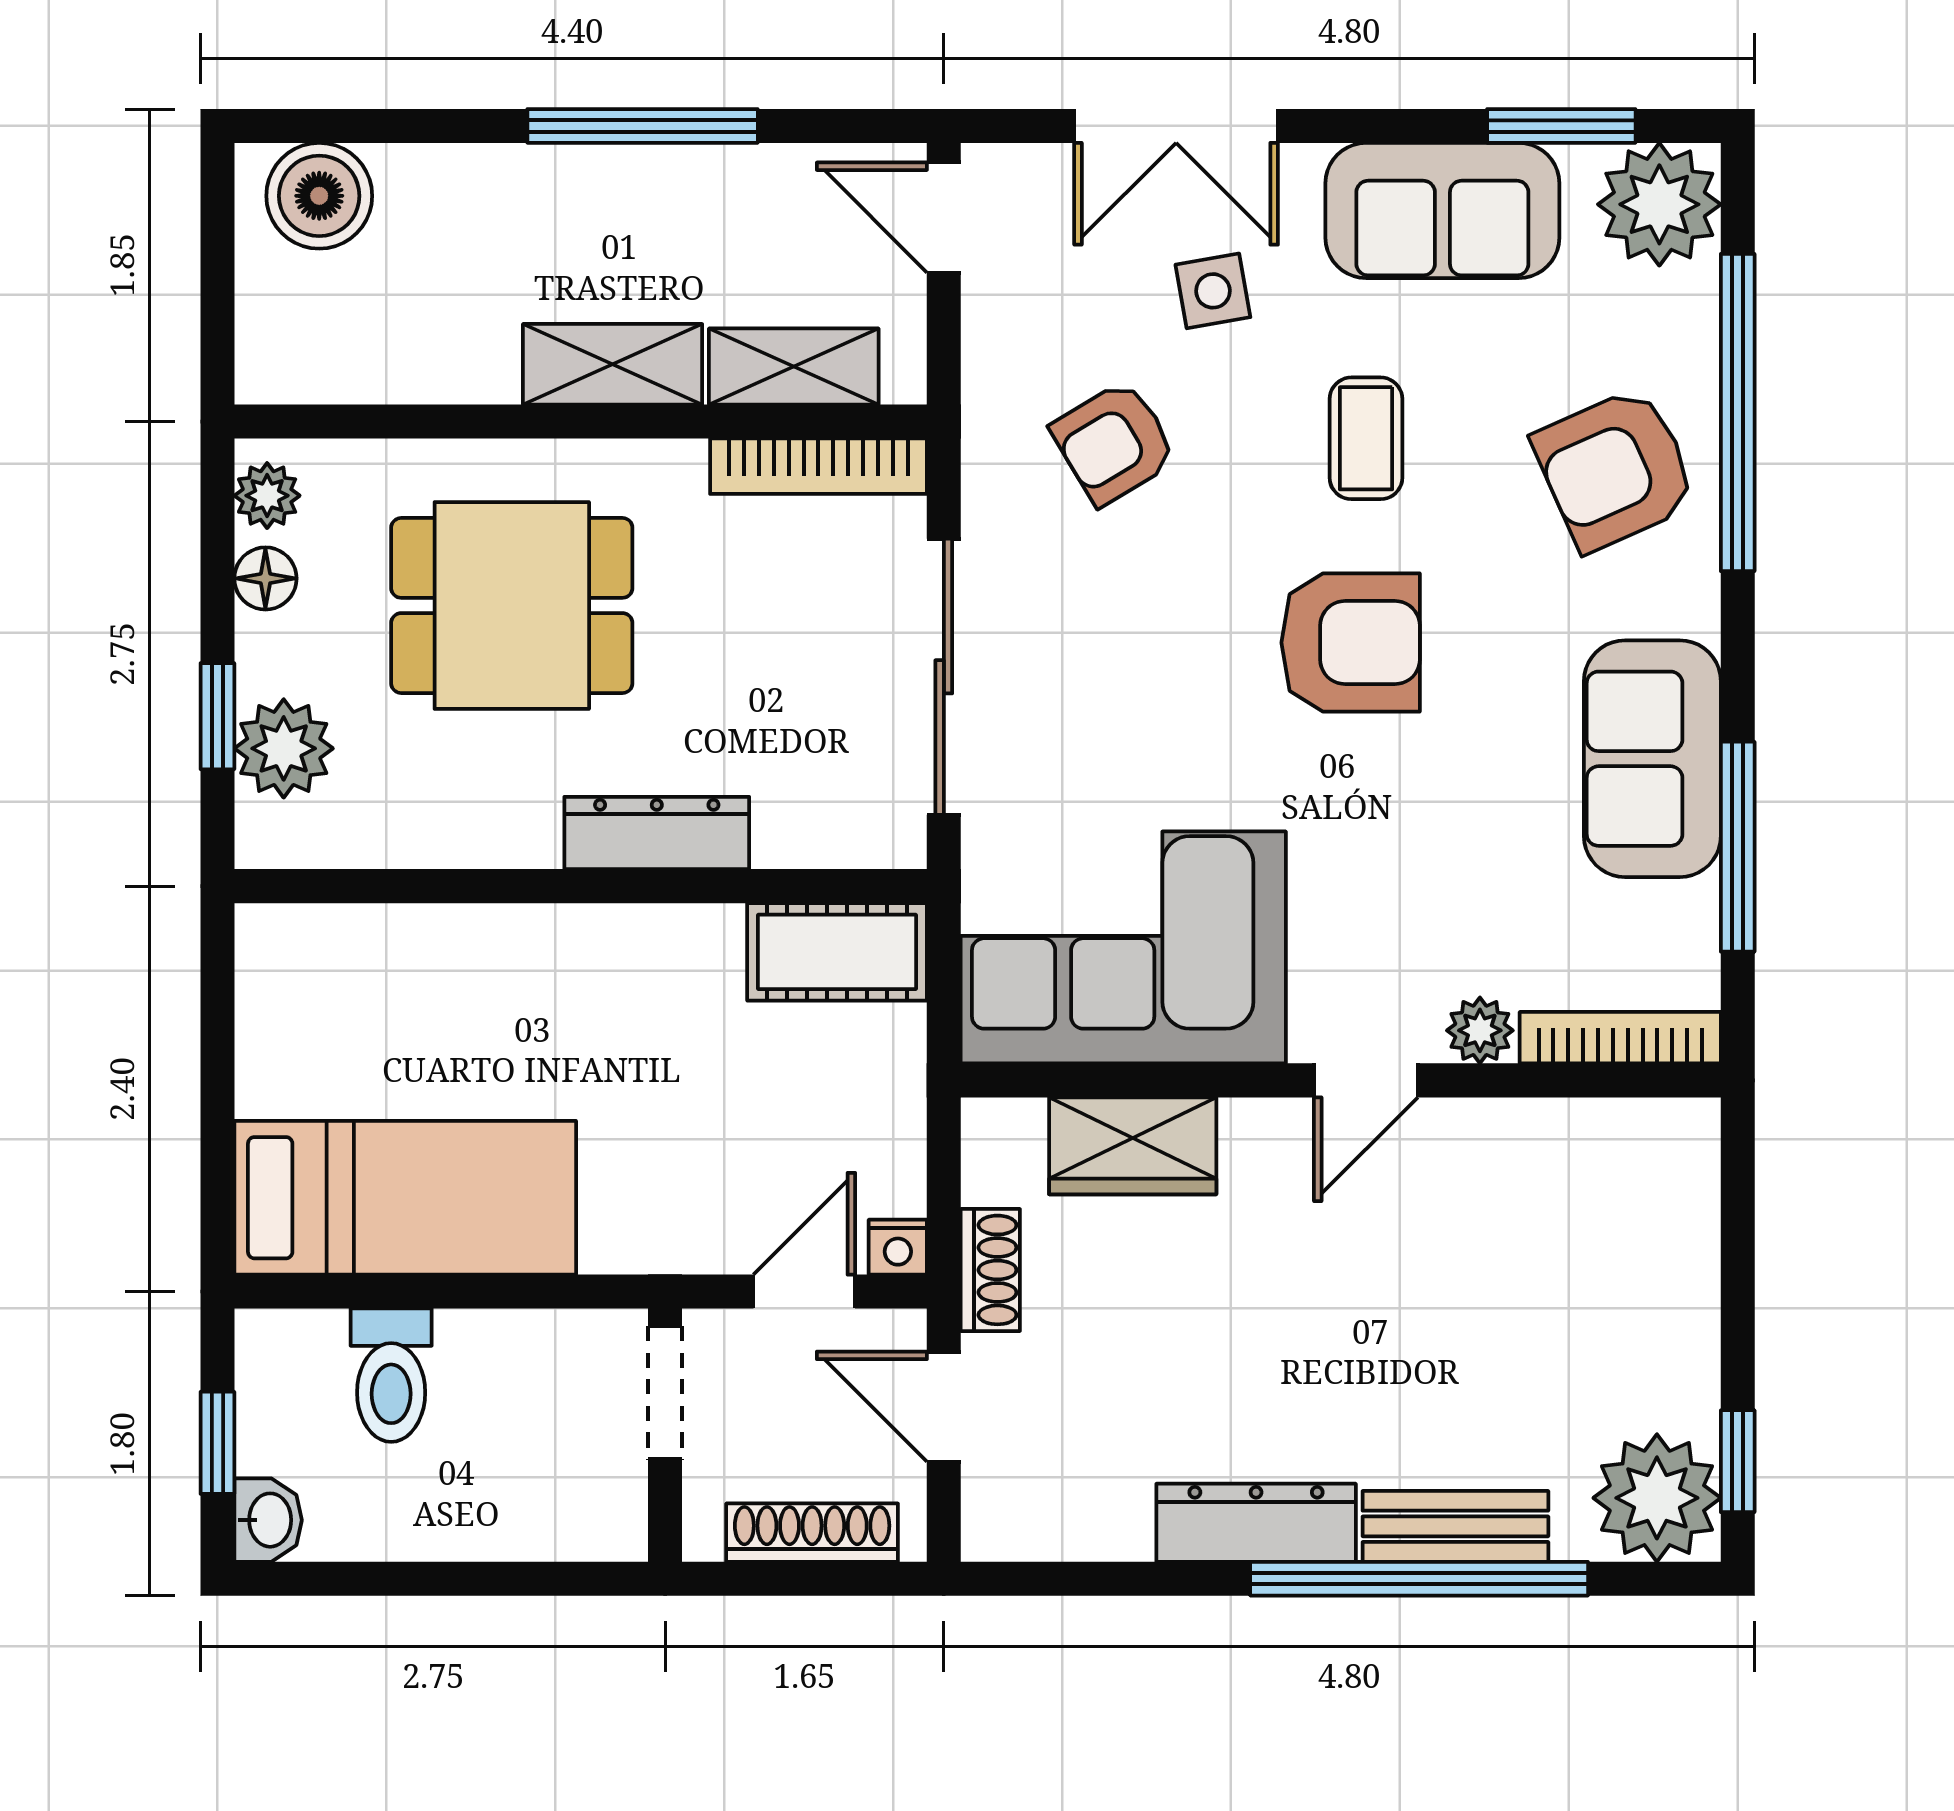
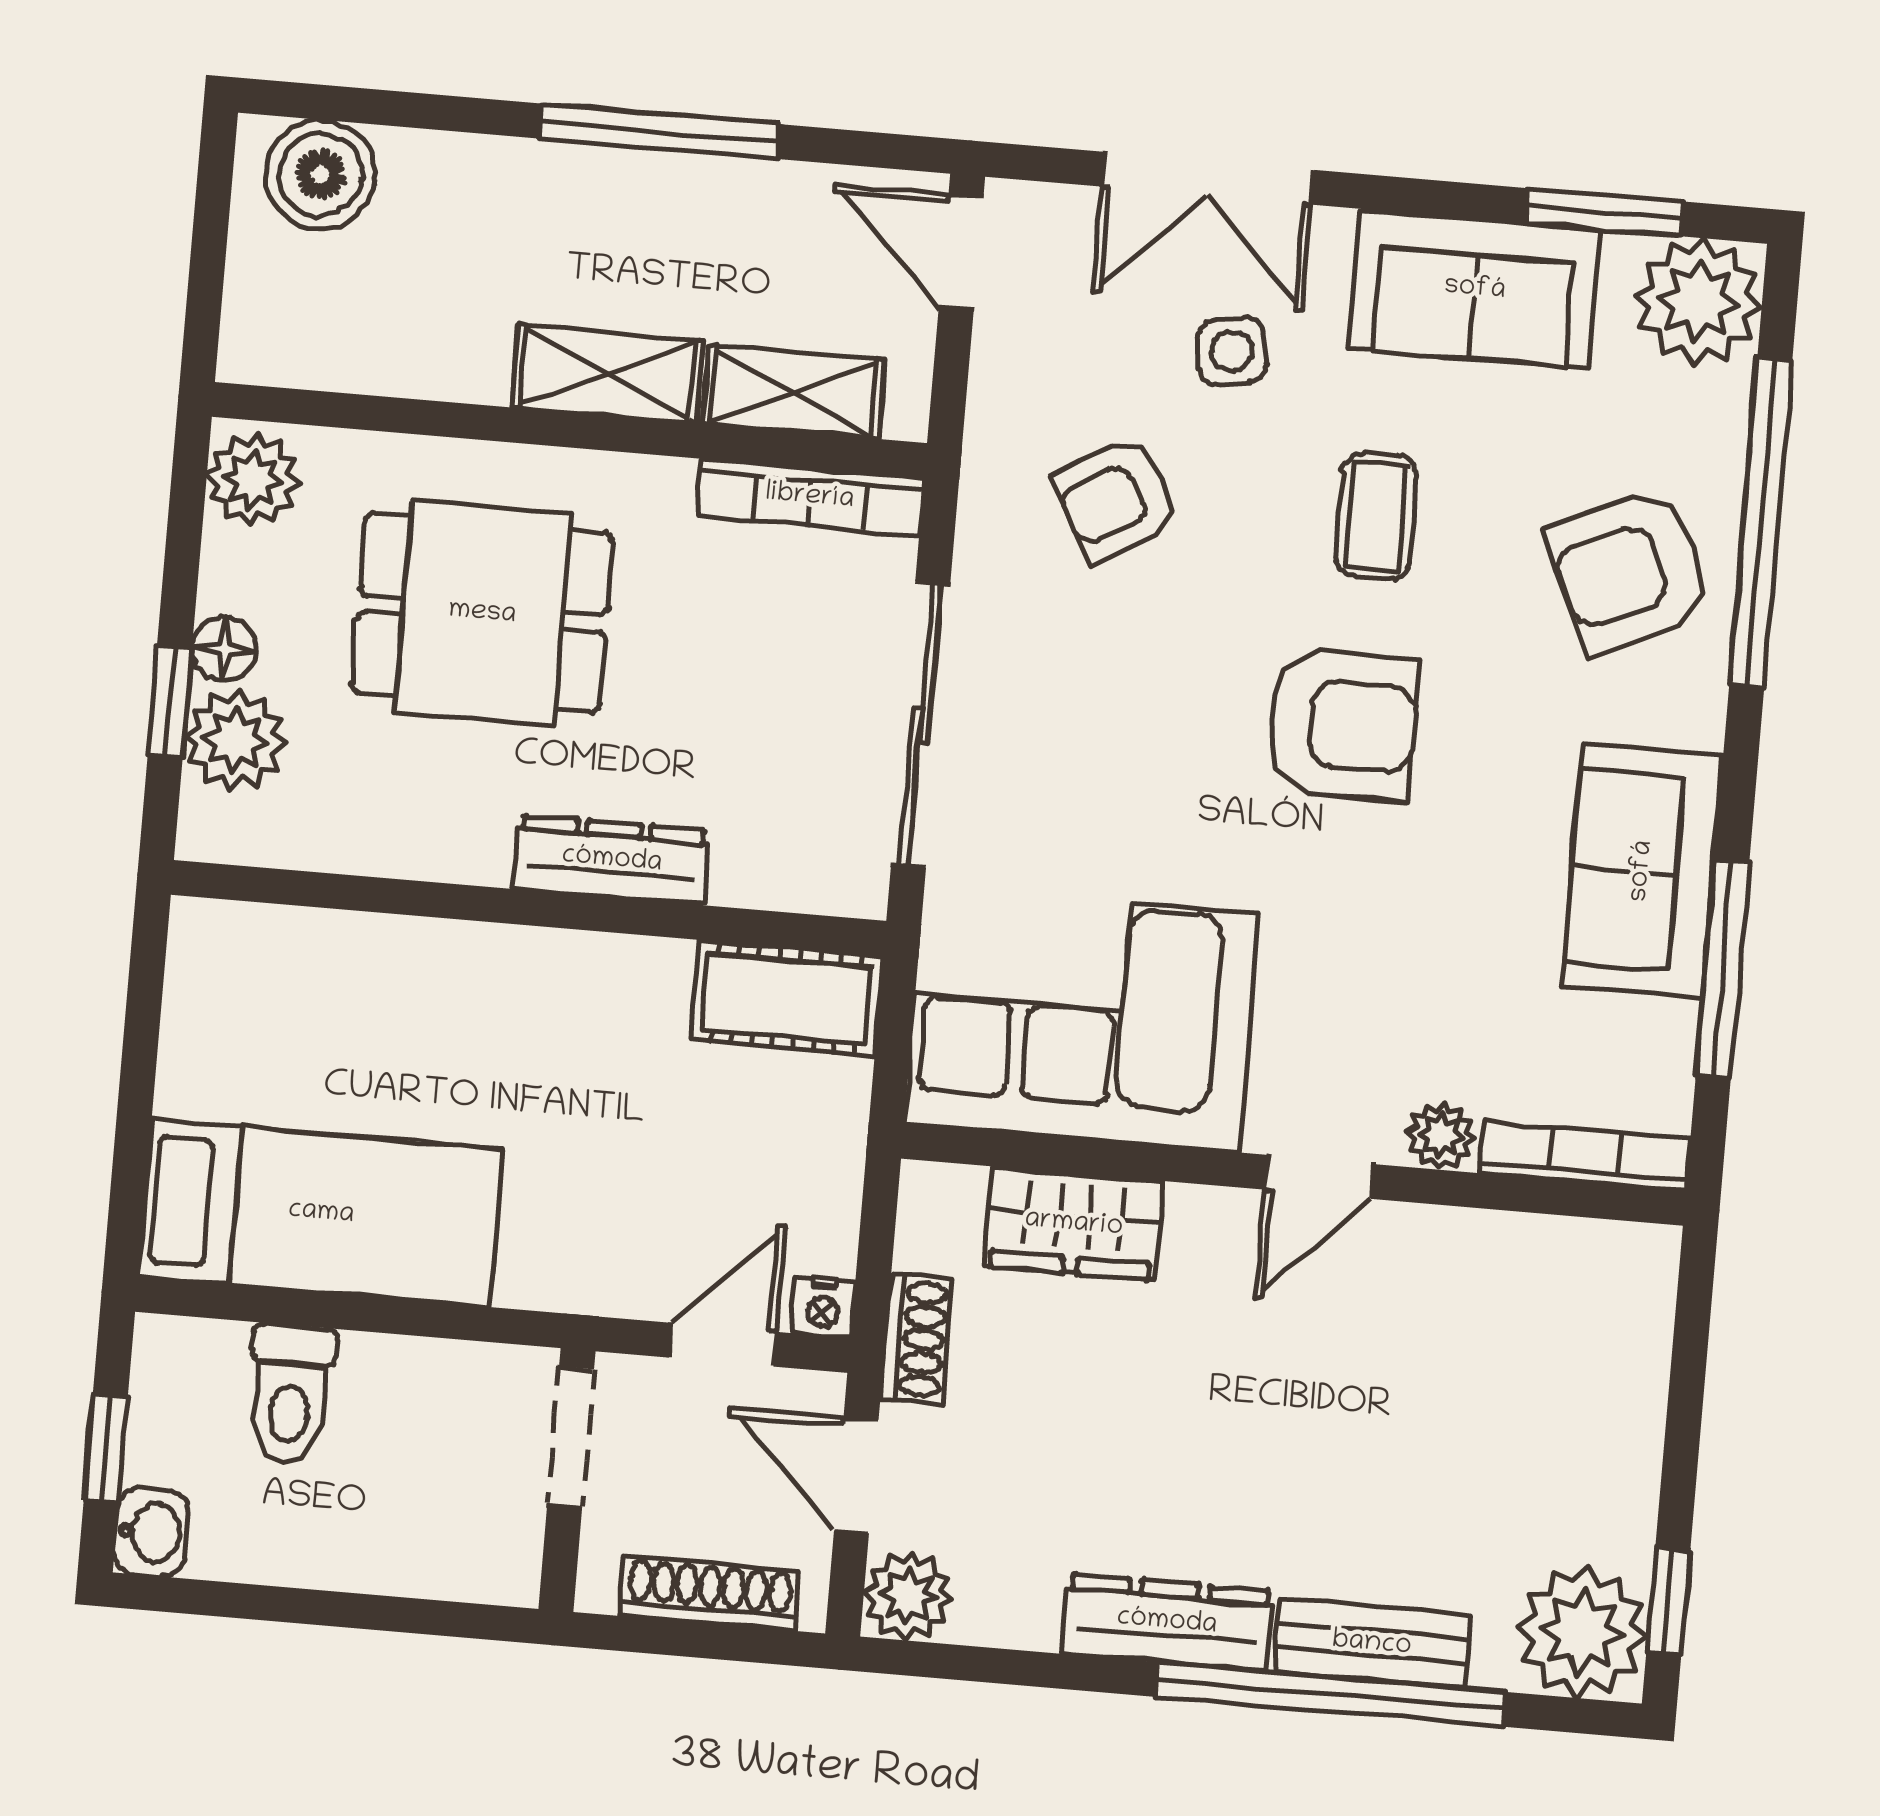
plant: (267, 496) -> (253, 480), width x1.38, depth x1.38
floor lamp: (265, 578) -> (224, 649), moved
plant: (1004, 1518) -> (908, 1596), added

